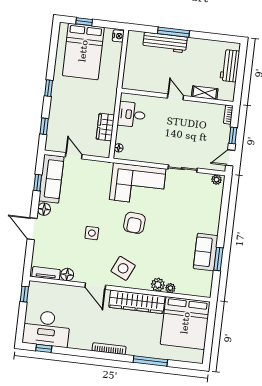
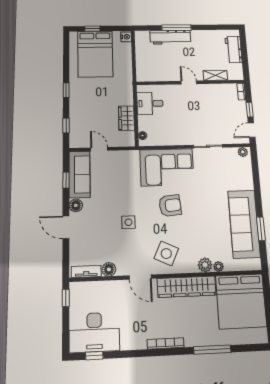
armchair: (134, 223) -> (170, 205), turned -99
sofa: (206, 252) -> (244, 224), width x1.85, depth x1.27

